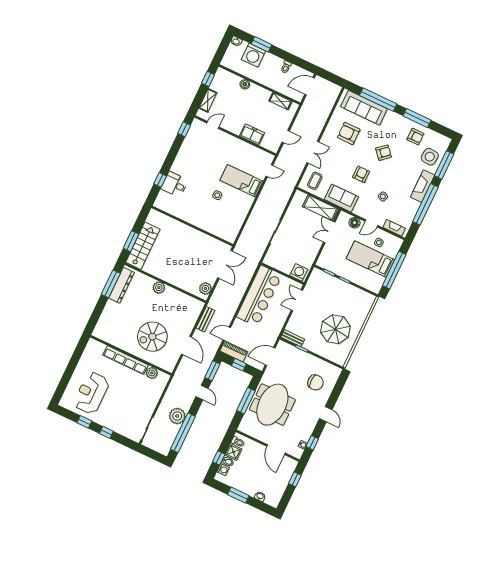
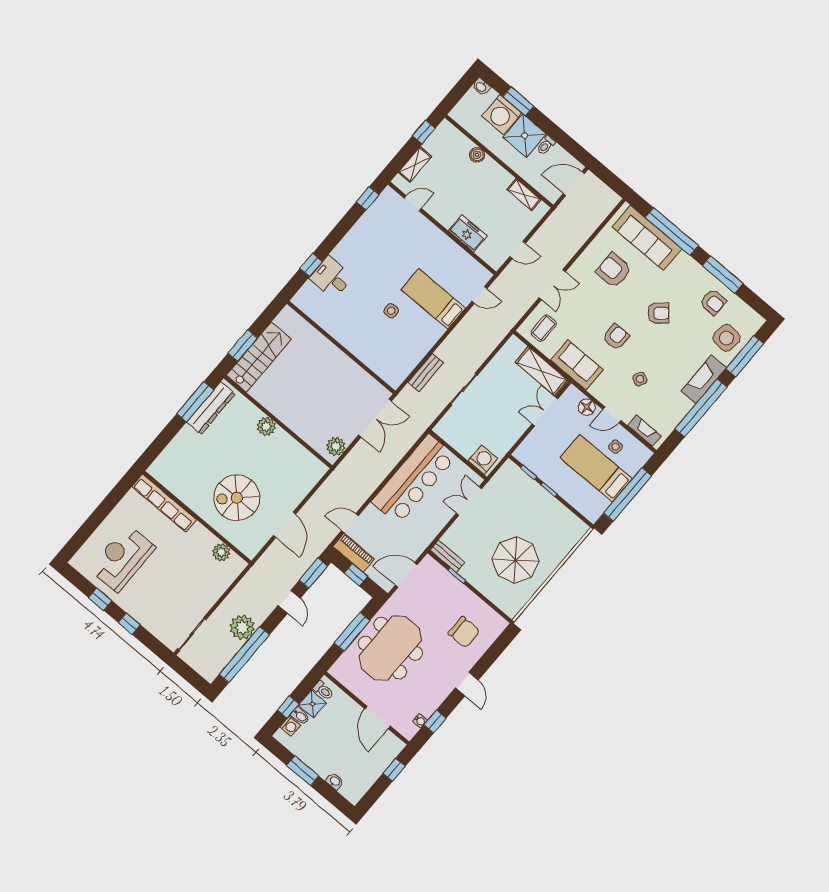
shower: (271, 64) -> (525, 136), added
bench: (205, 319) -> (426, 372), moved
row of seats: (125, 360) -> (164, 503), moved

